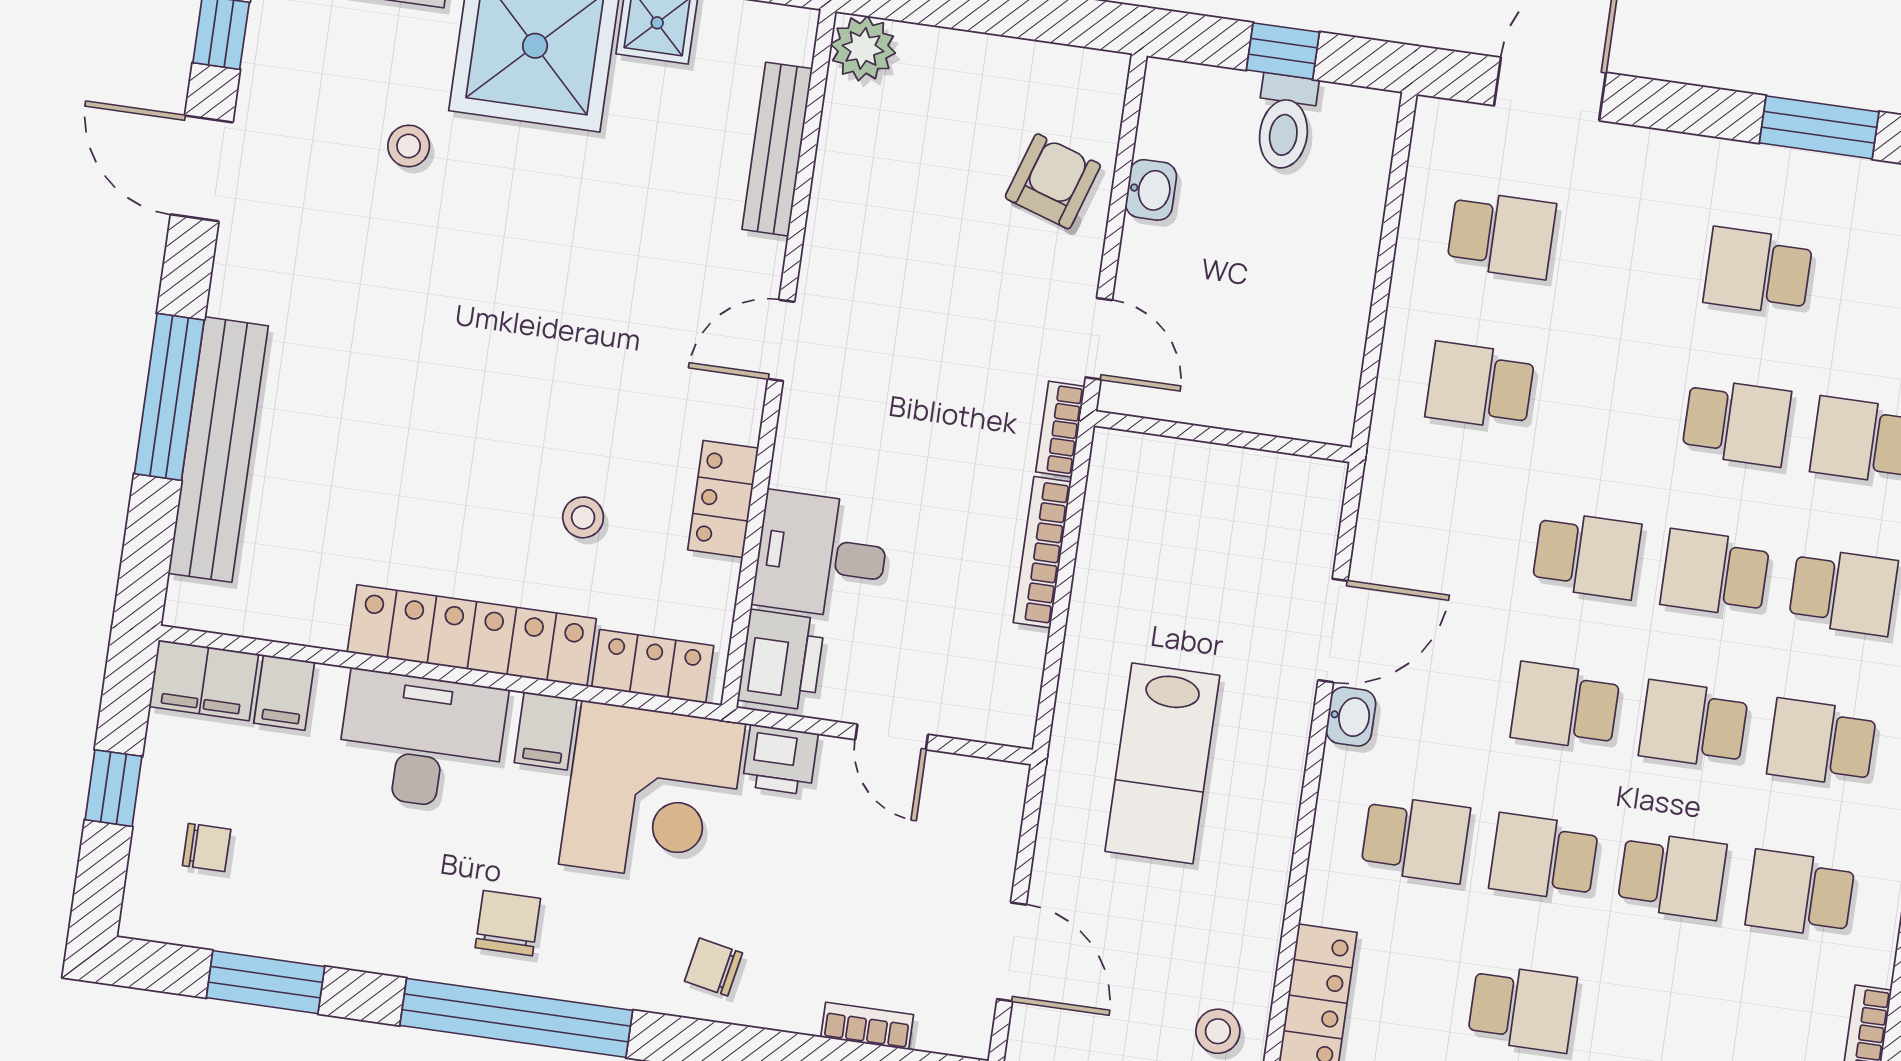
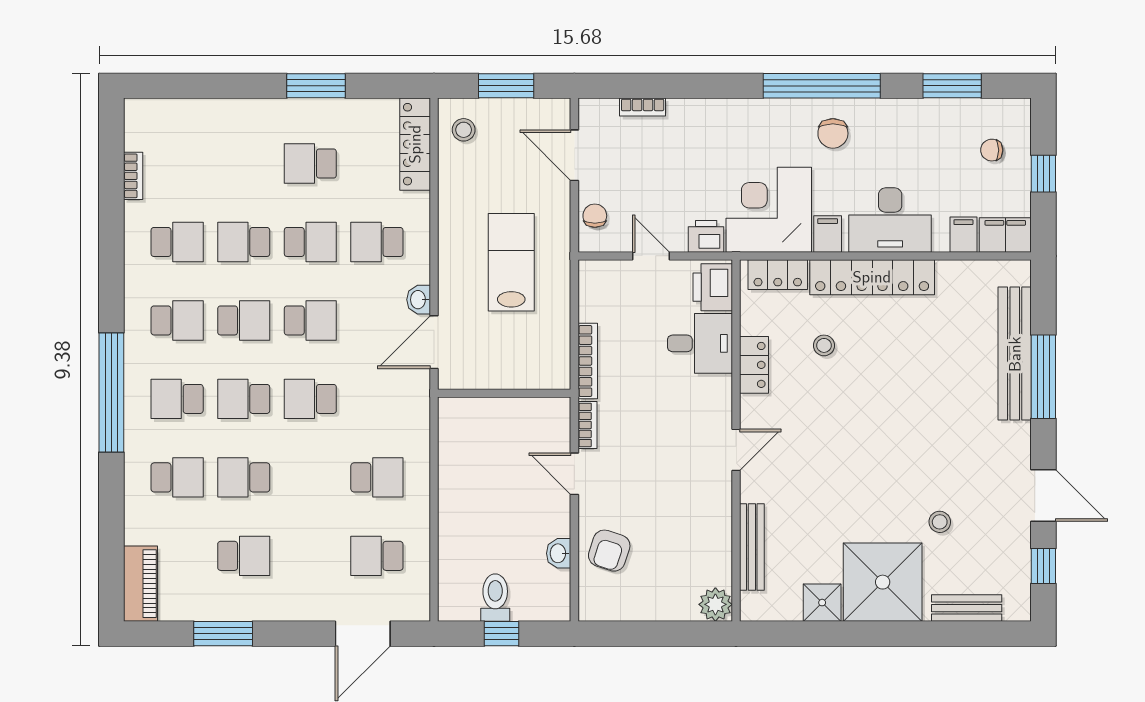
wall: (1223, 437) -> (504, 393), moved
school desk: (1715, 573) -> (244, 399), turned 180
chair: (713, 967) -> (595, 216), moved, turned -101

